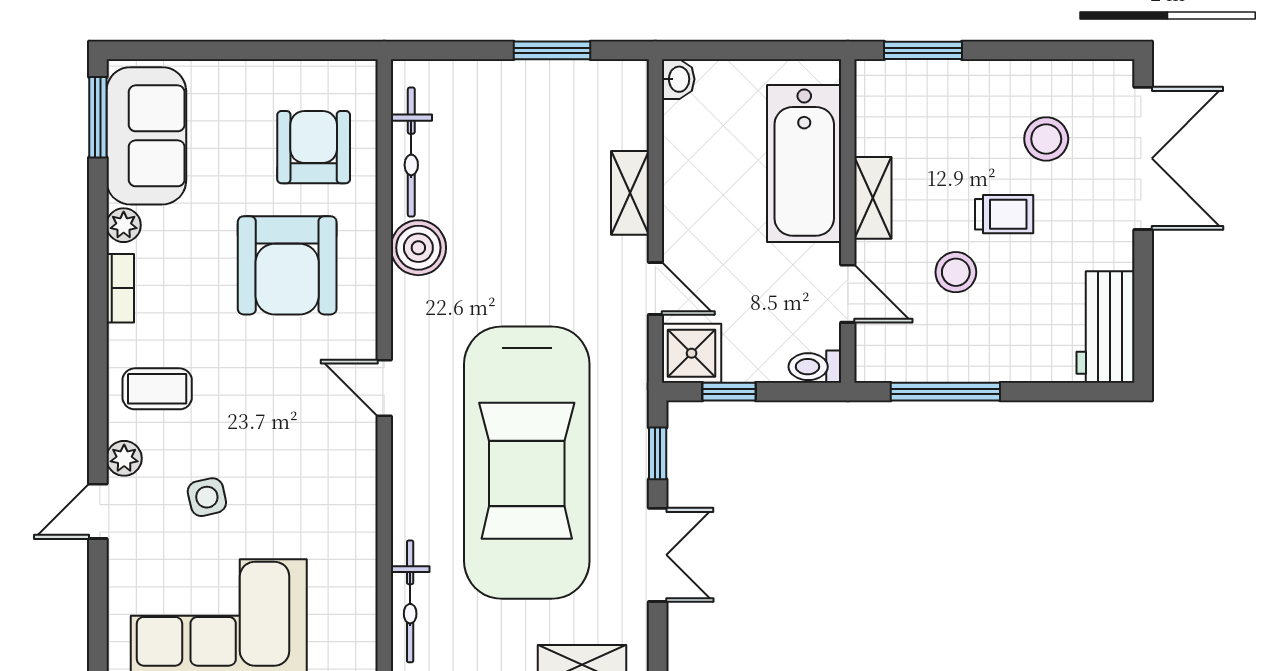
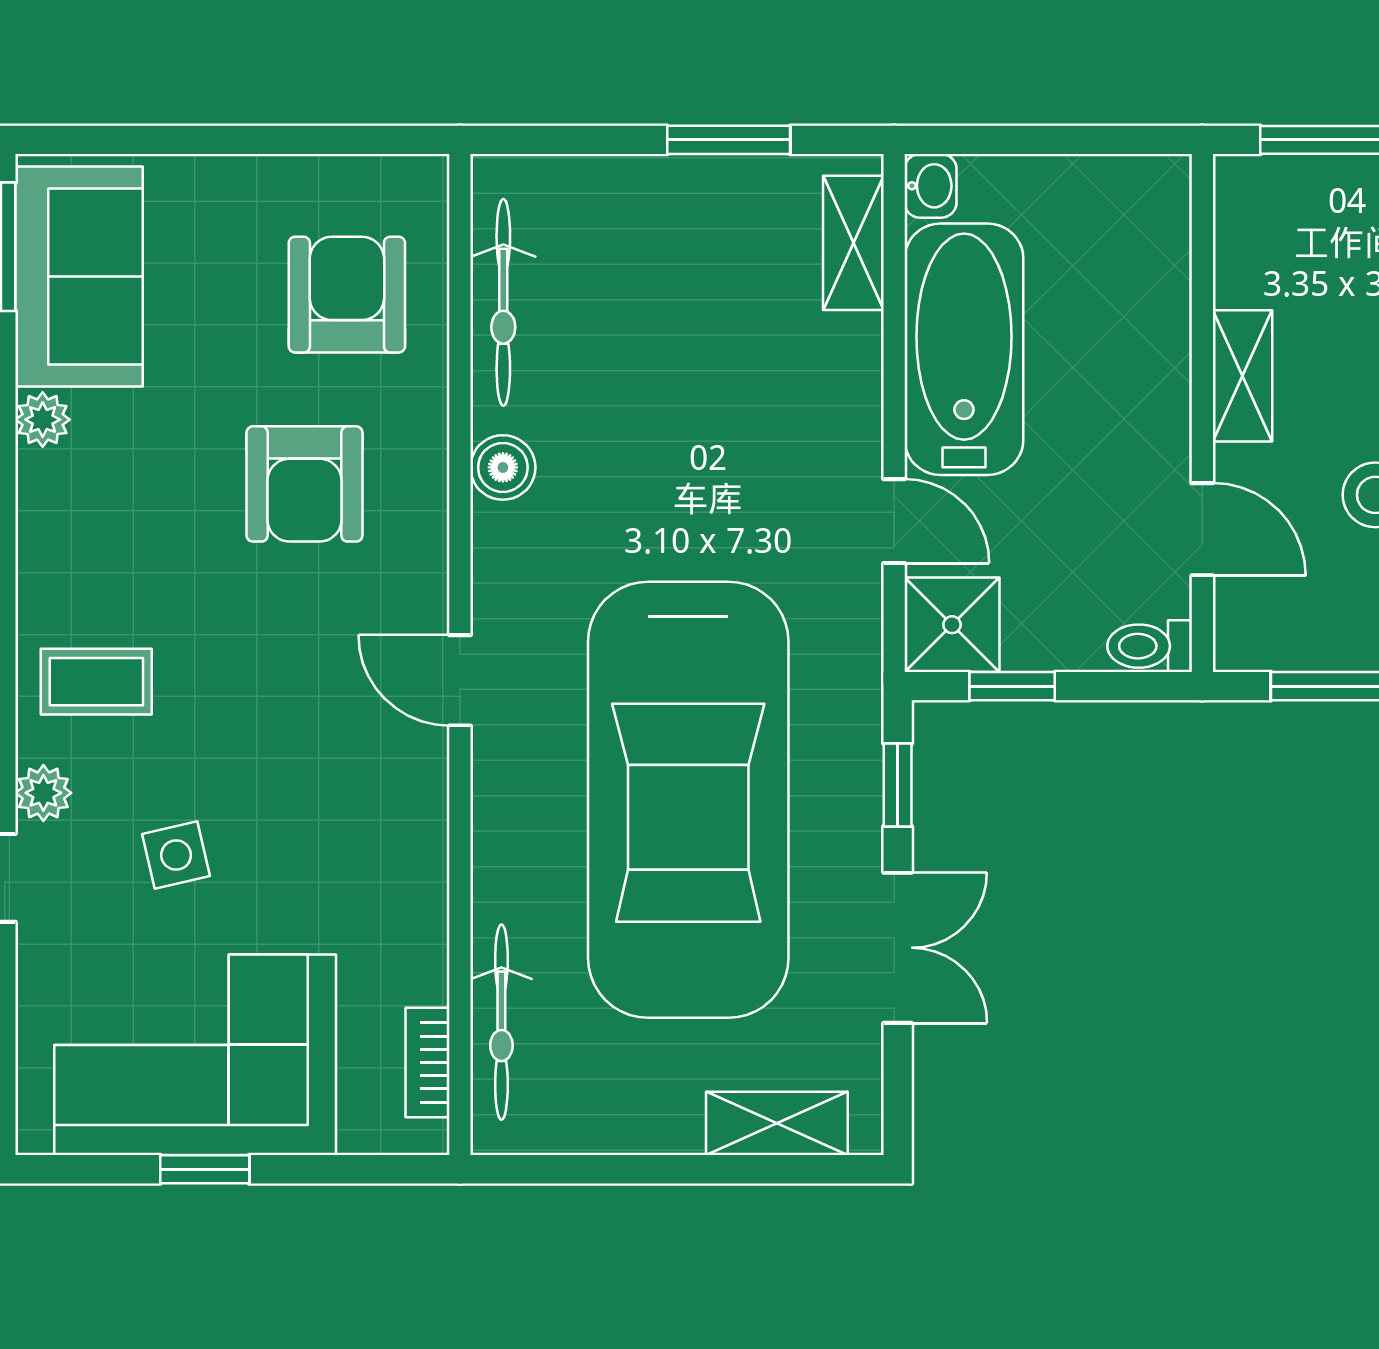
bathtub: (804, 163) -> (964, 349), moved, turned 180
shelving: (630, 193) -> (853, 243), moved
boiler: (418, 248) -> (503, 467), width x0.73, depth x0.73
armchair: (287, 265) -> (305, 484), width x0.73, depth x0.73
bookcase: (120, 288) -> (427, 1062), moved, turned 180

